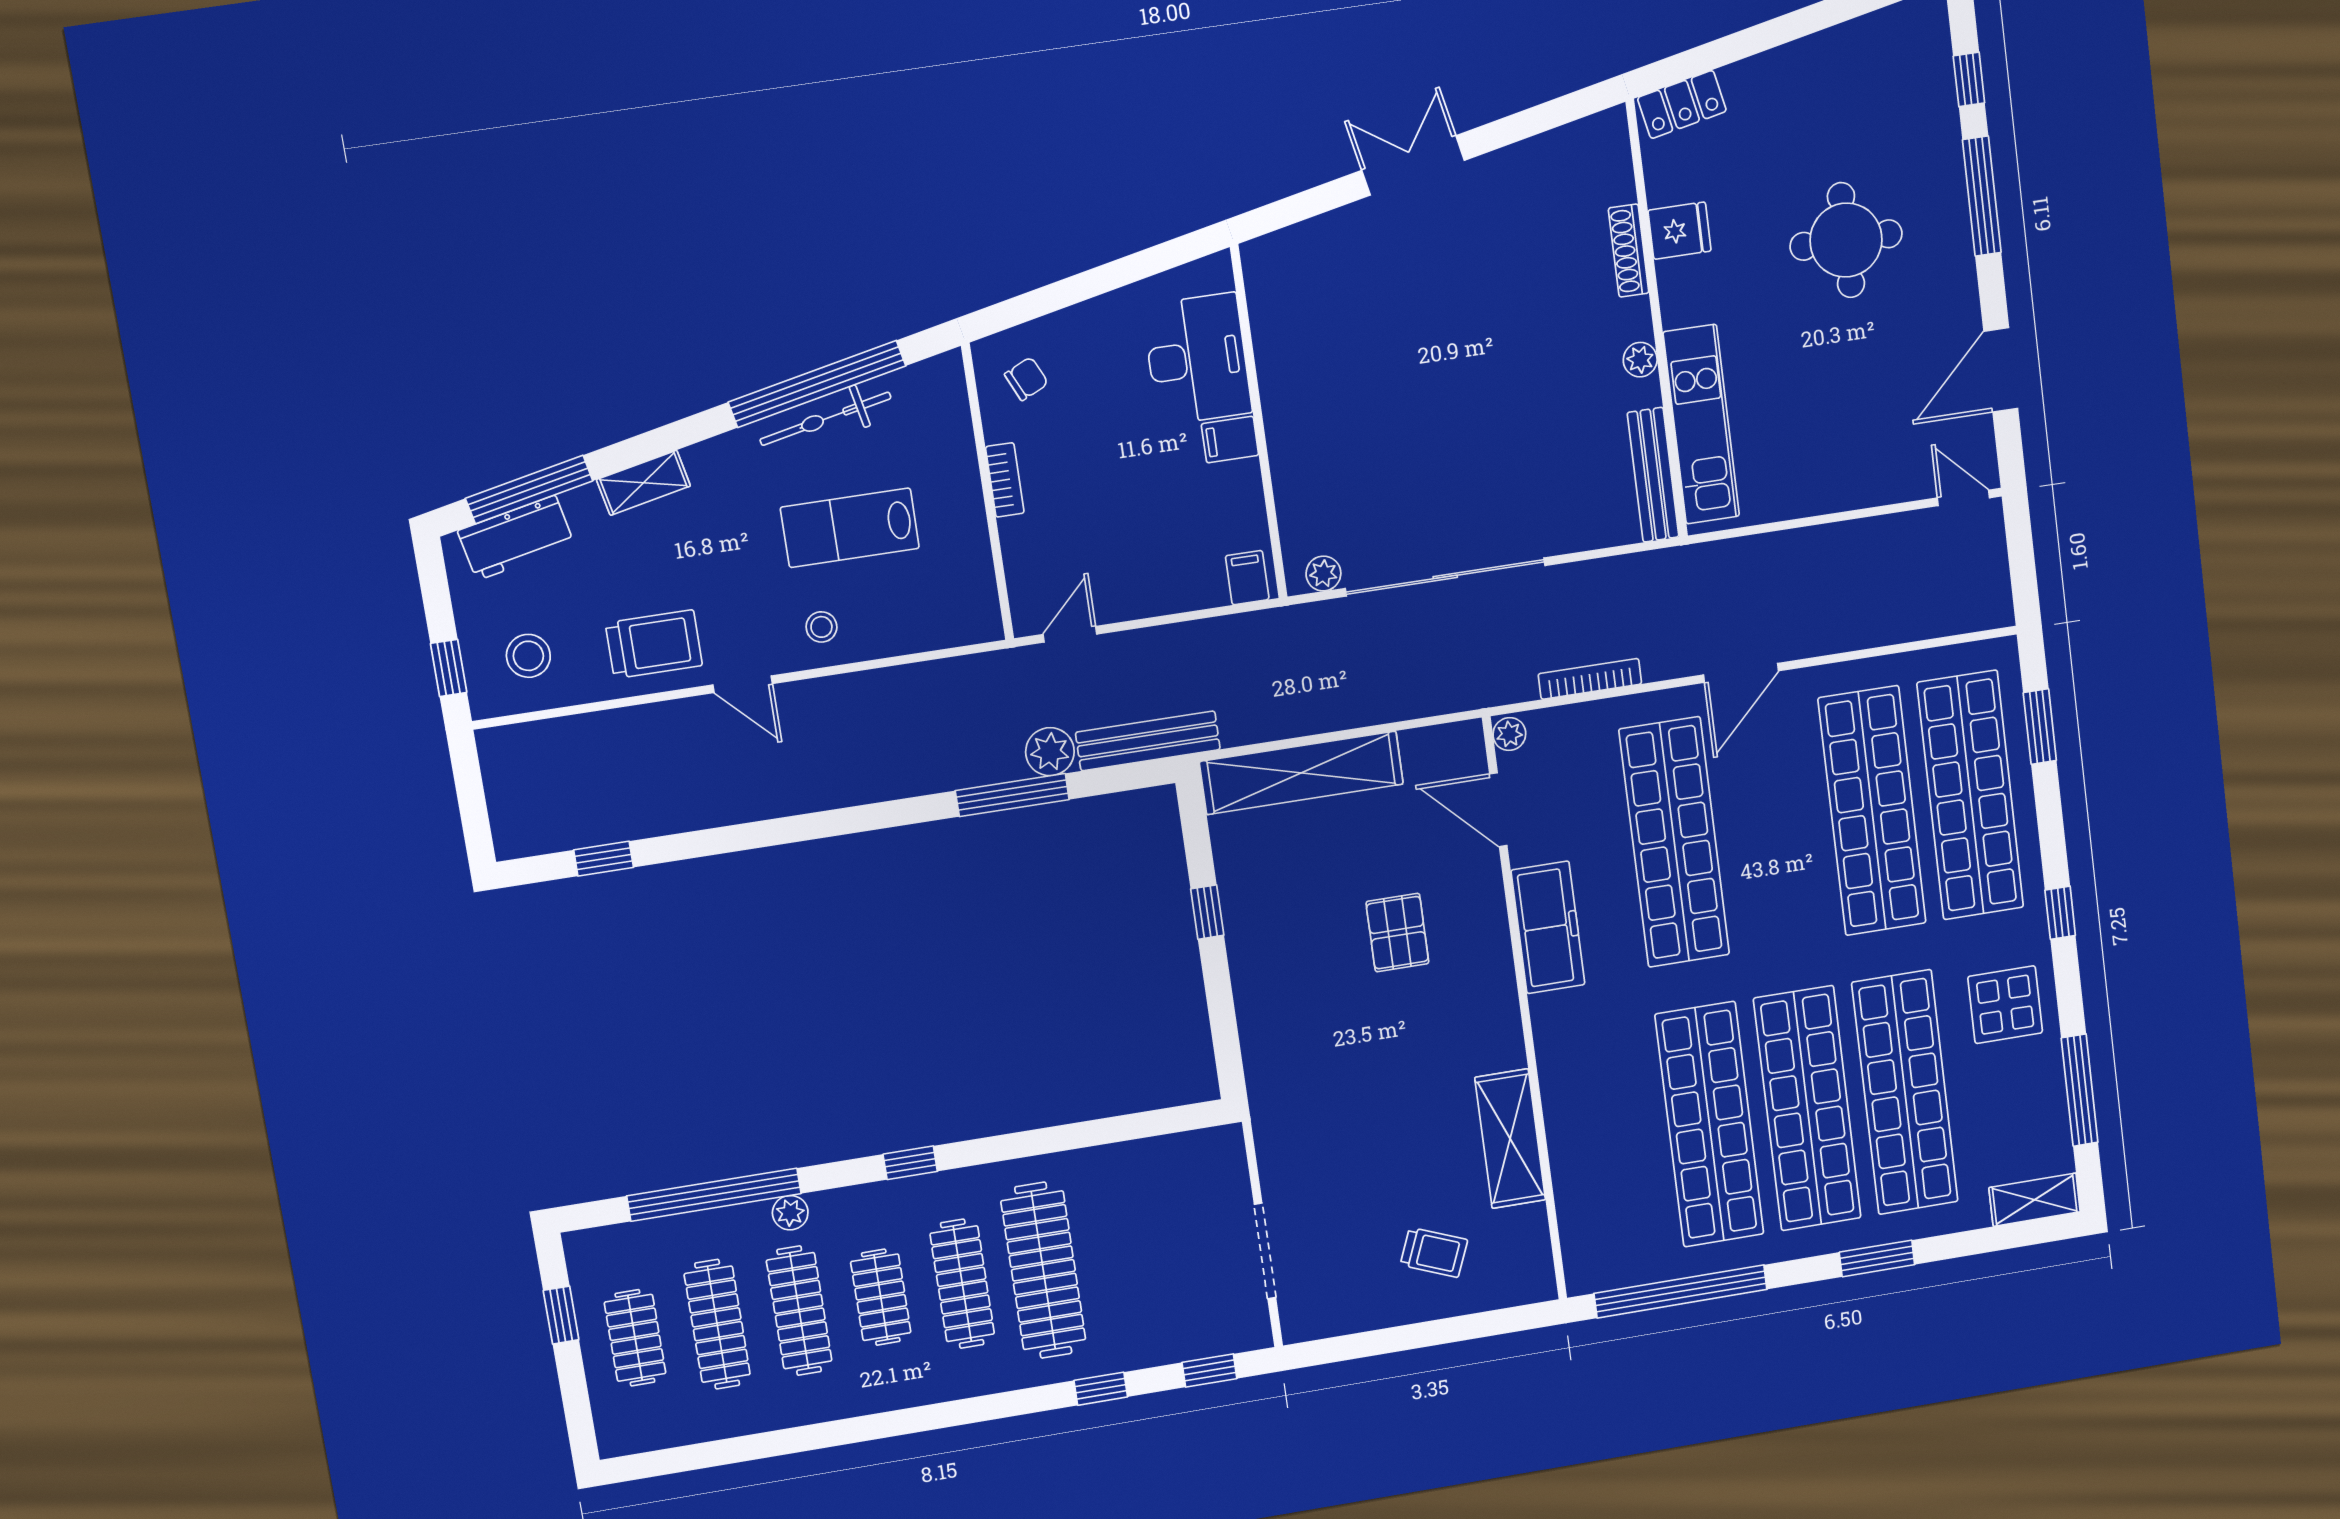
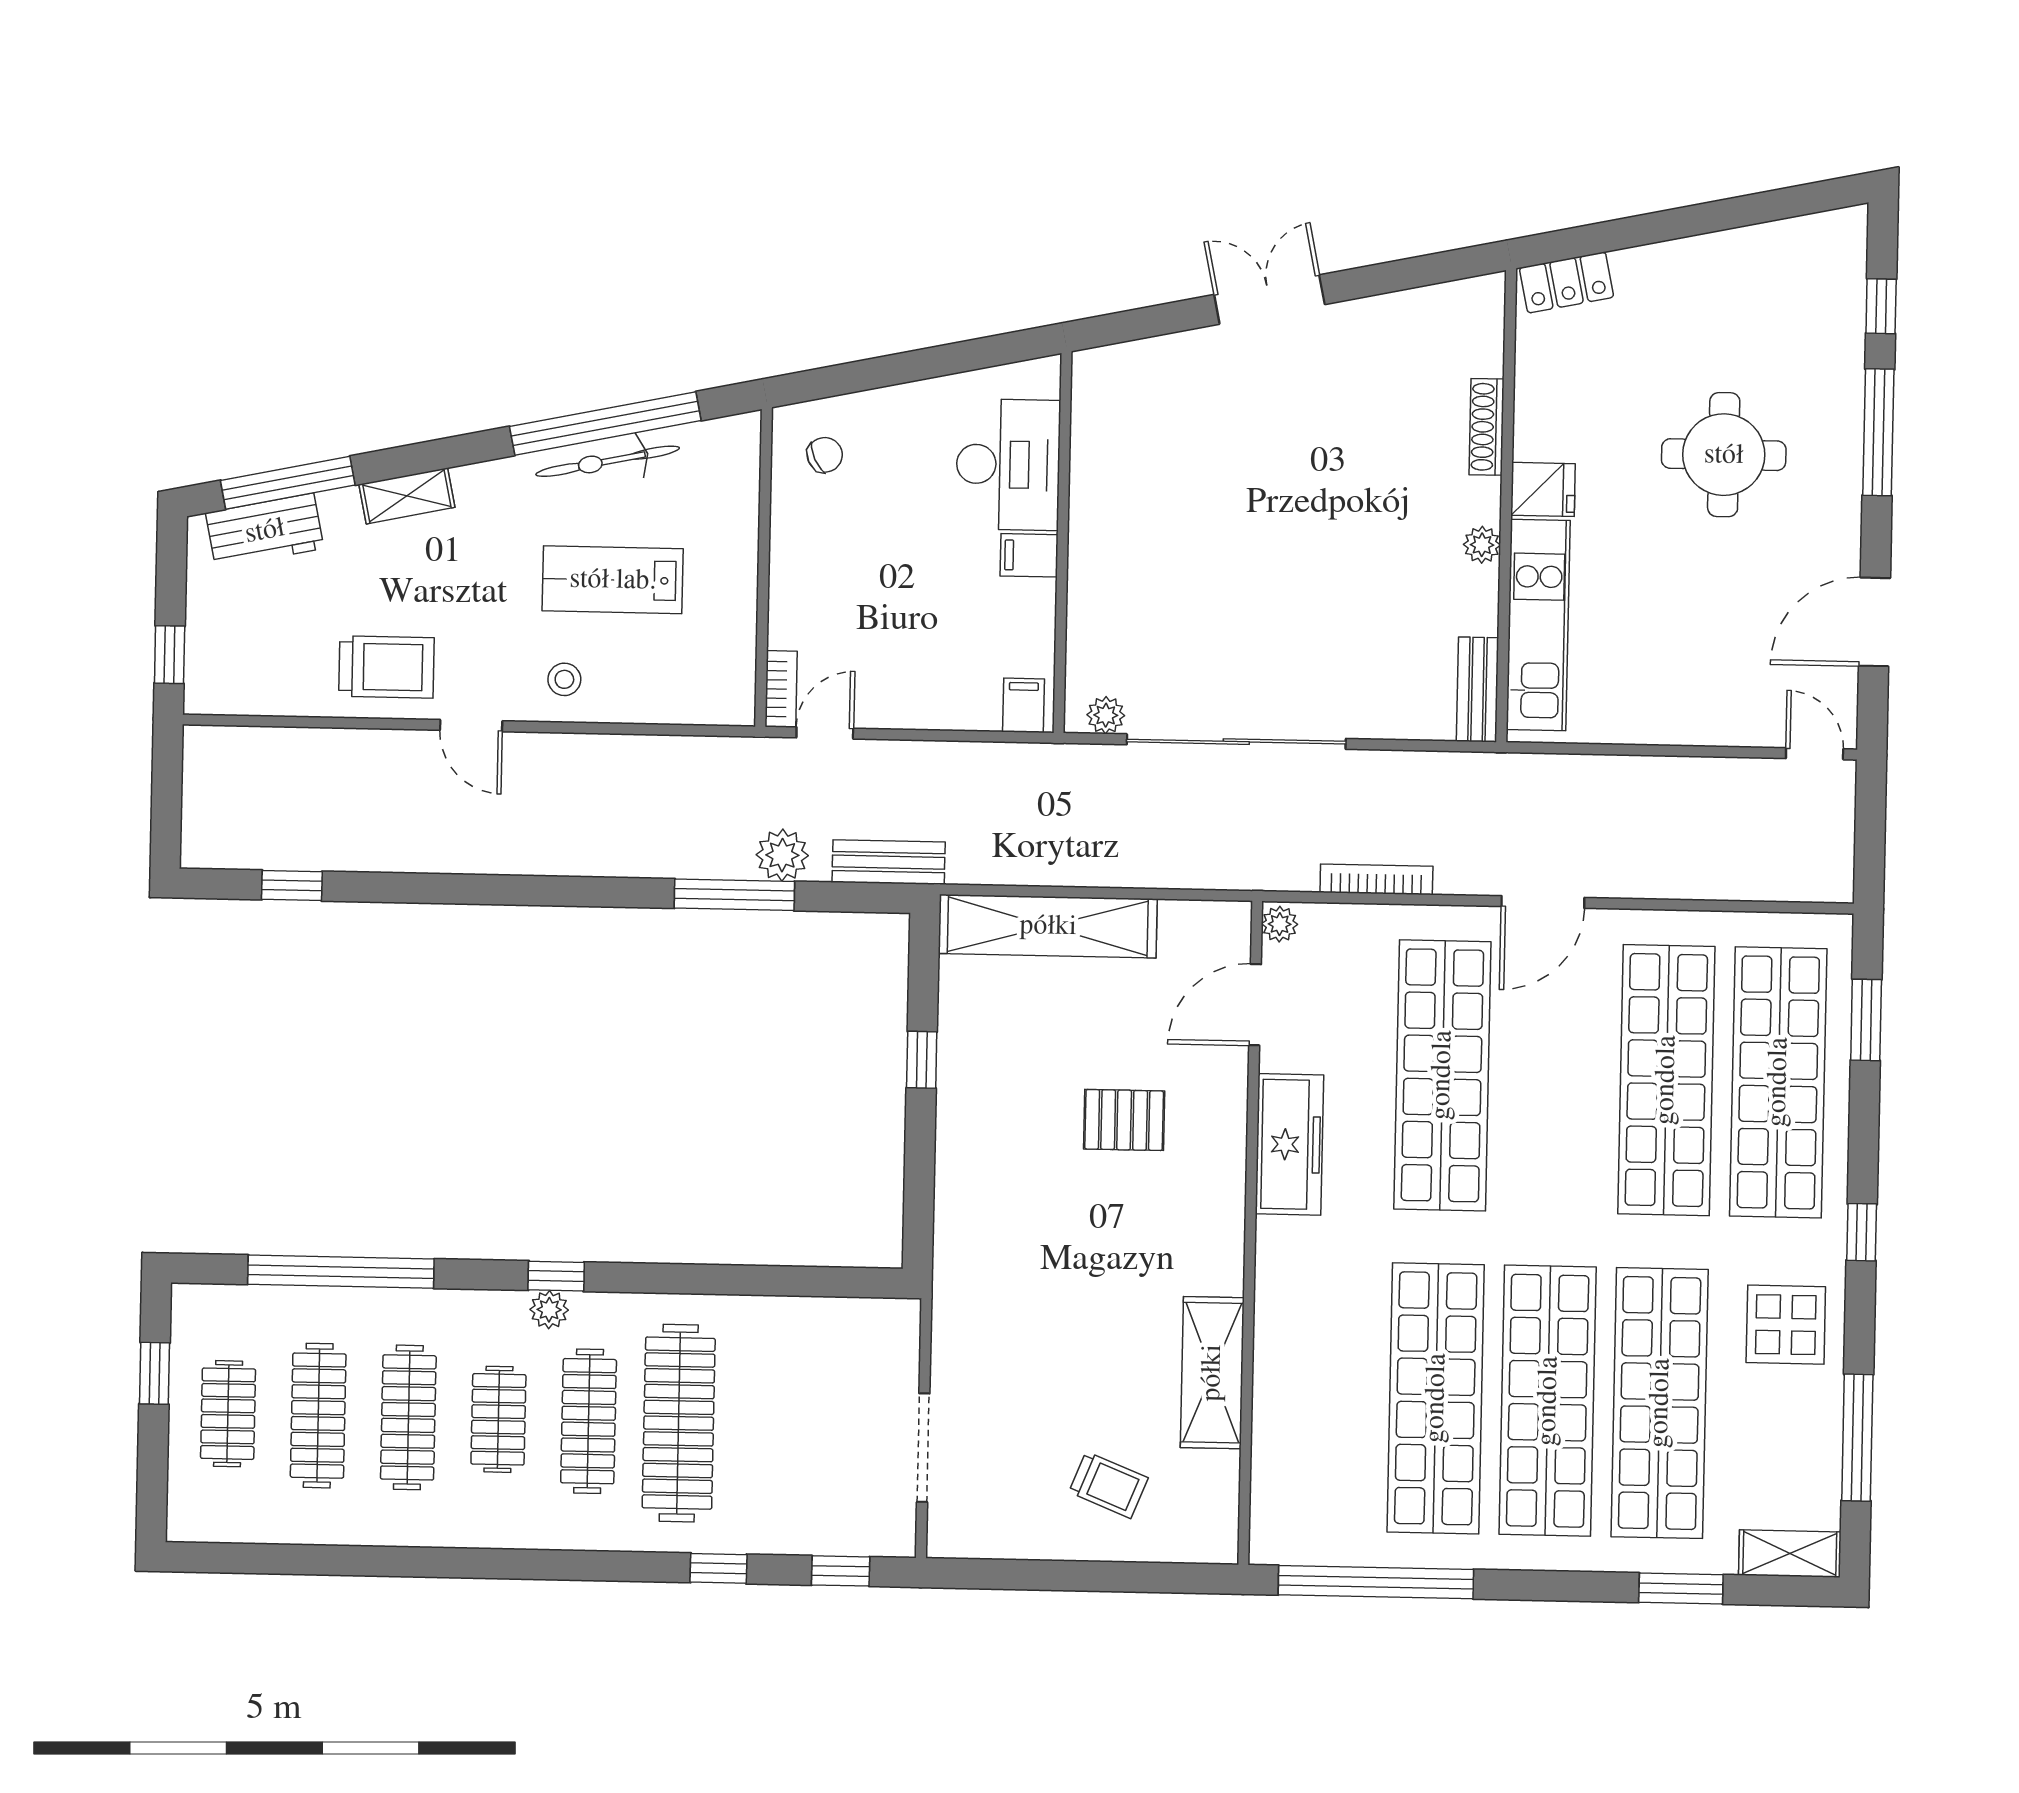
fridge: (1680, 231) -> (1543, 489), moved
bench: (1653, 475) -> (1478, 689), width x0.73
bookcase: (1005, 480) -> (781, 689), moved
stool: (528, 656) -> (254, 656), removed
bench: (1148, 741) -> (889, 862), width x0.73
door: (1498, 810) -> (1255, 1005), hinge flipped
pallet: (1397, 933) -> (1124, 1120), turned 90
plant: (790, 1213) -> (549, 1310), moved
window: (1877, 1258) -> (1681, 1589), moved

